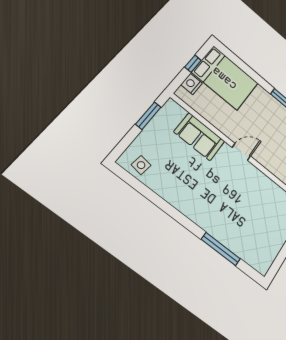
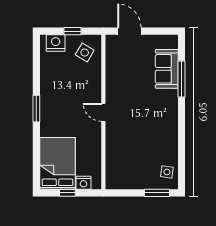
window: (148, 116) -> (157, 193), moved
sofa: (199, 137) -> (167, 69), moved, turned 180

